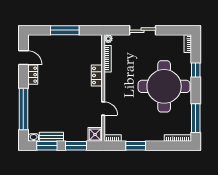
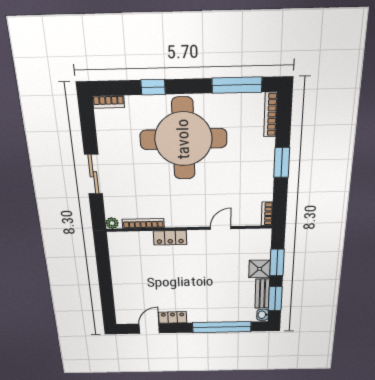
window: (65, 30) -> (105, 280), removed
shower: (95, 134) -> (260, 269), moved
window: (136, 146) -> (282, 162), moved

